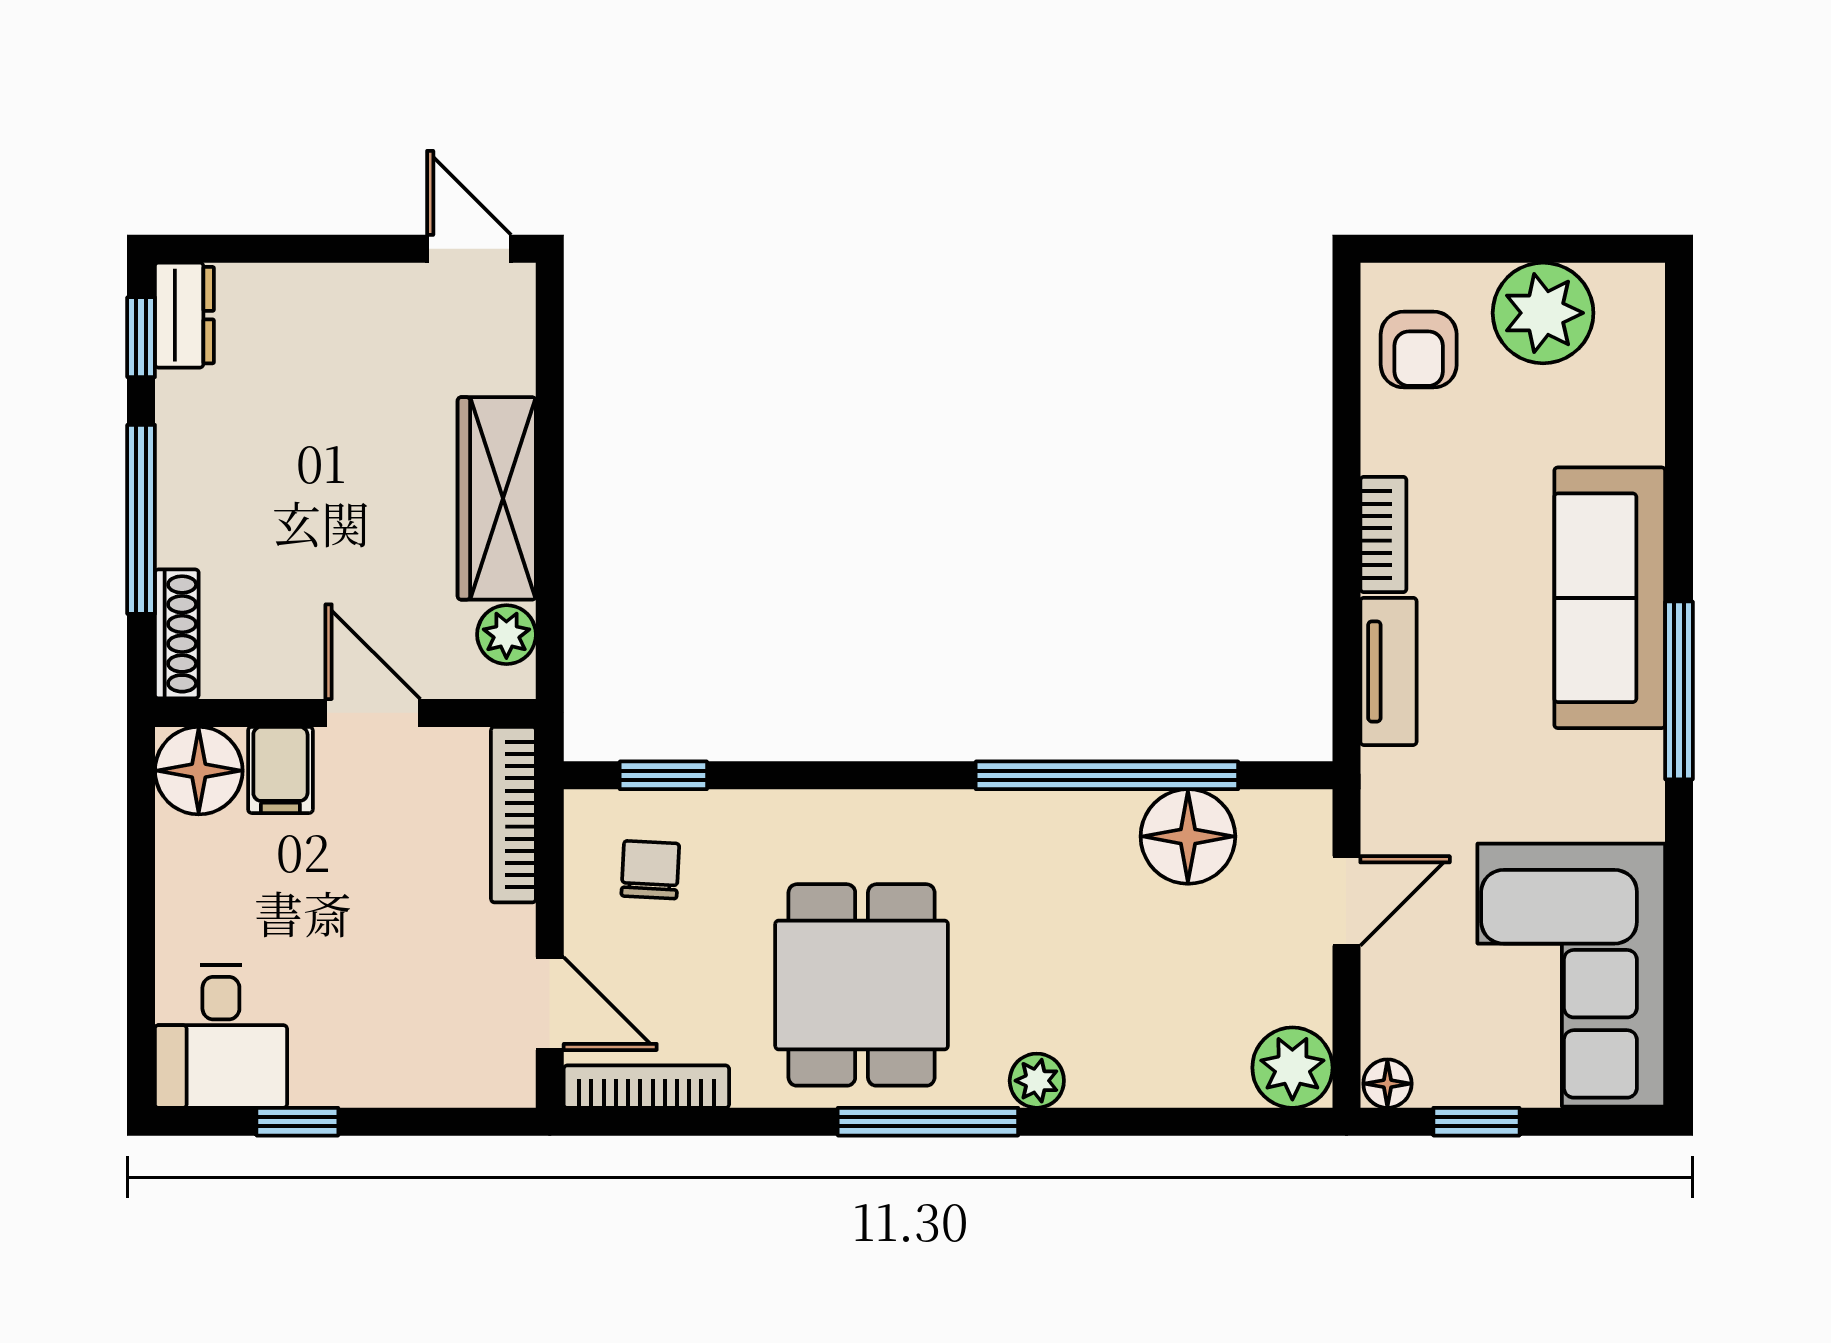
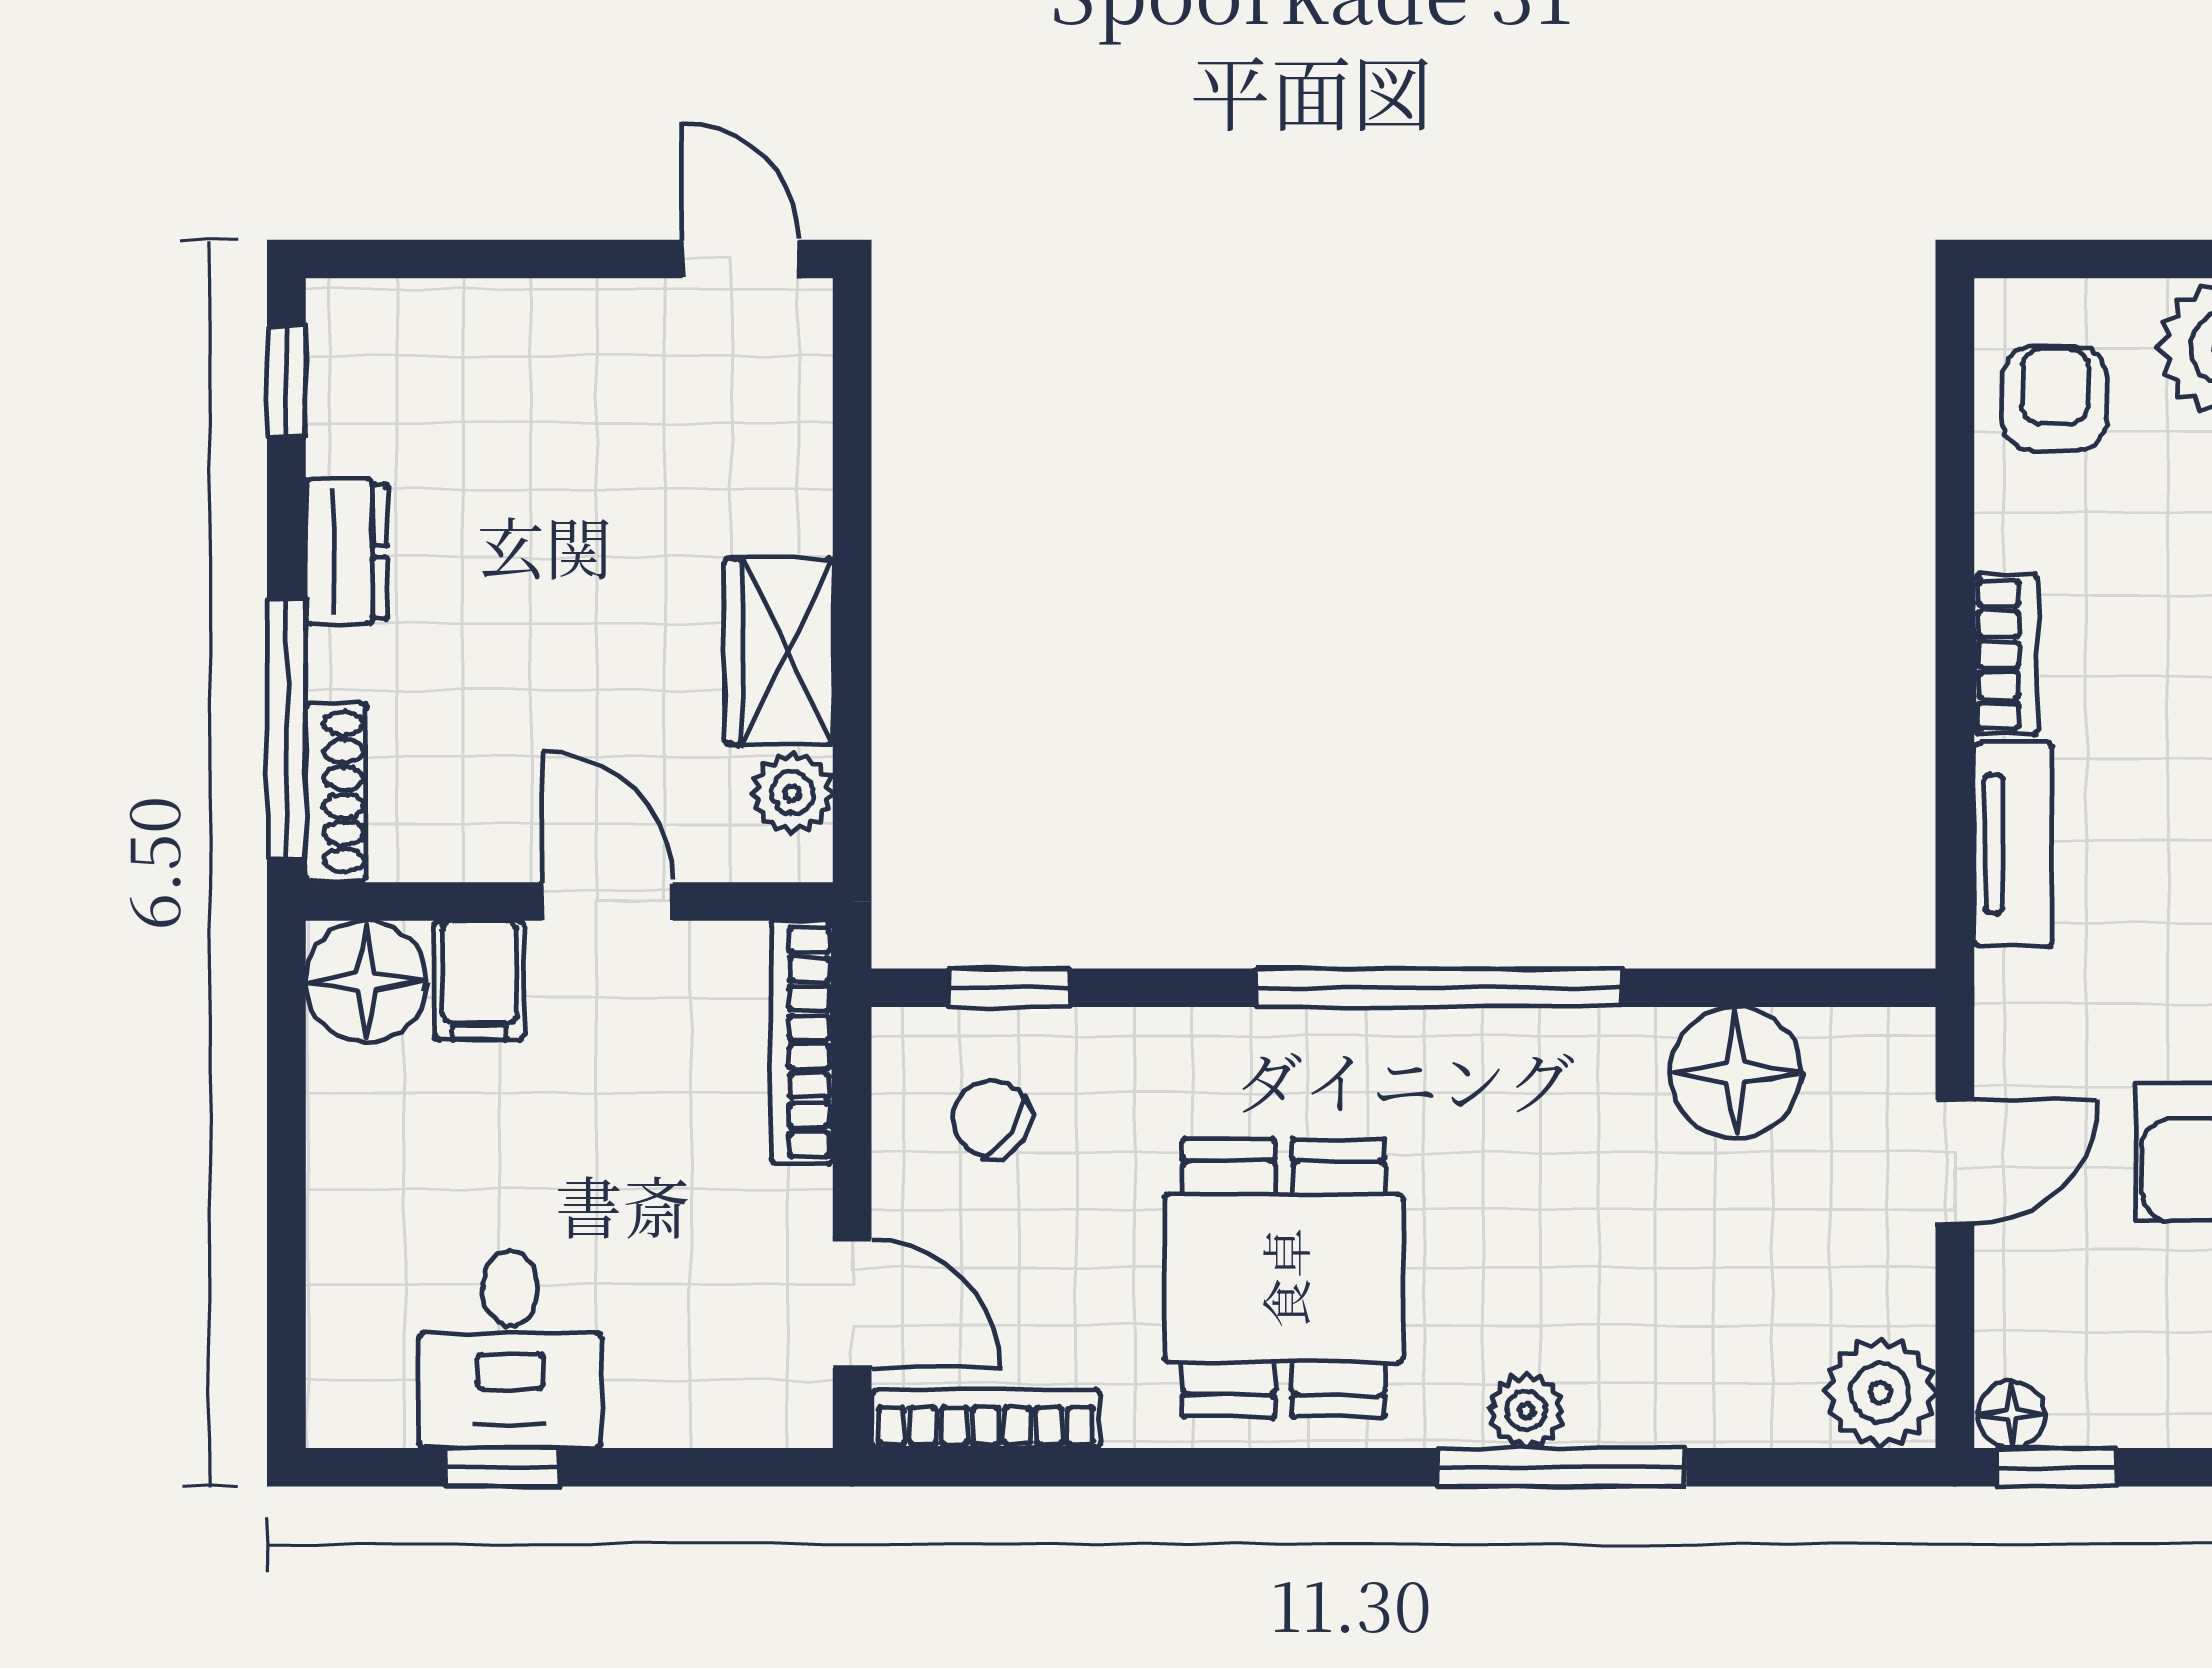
dresser: (184, 315) -> (346, 551), moved
armchair: (1419, 350) -> (2055, 399), turned 180
wardrobe: (497, 498) -> (779, 651), width x0.67
window: (141, 519) -> (286, 728), moved
window: (1107, 775) -> (1439, 988), moved
chair: (650, 870) -> (991, 1118), turned -59
desk: (221, 1037) -> (510, 1349), moved
window: (928, 1122) -> (1561, 1467), moved
window: (1476, 1122) -> (2056, 1467), moved

